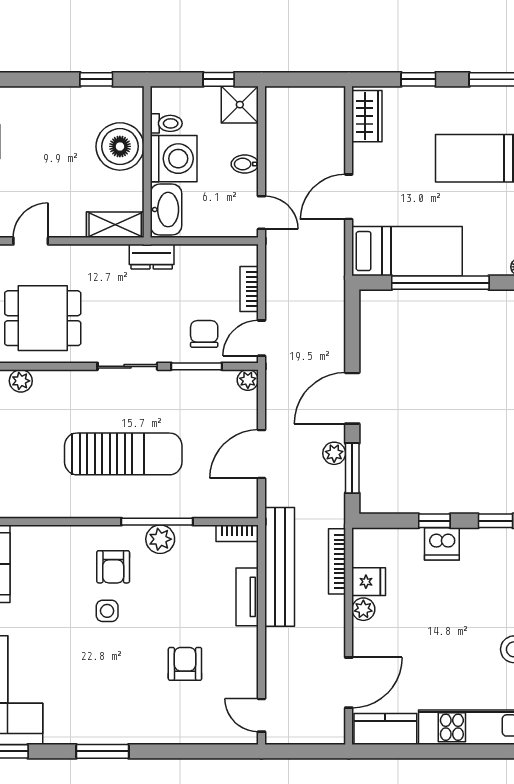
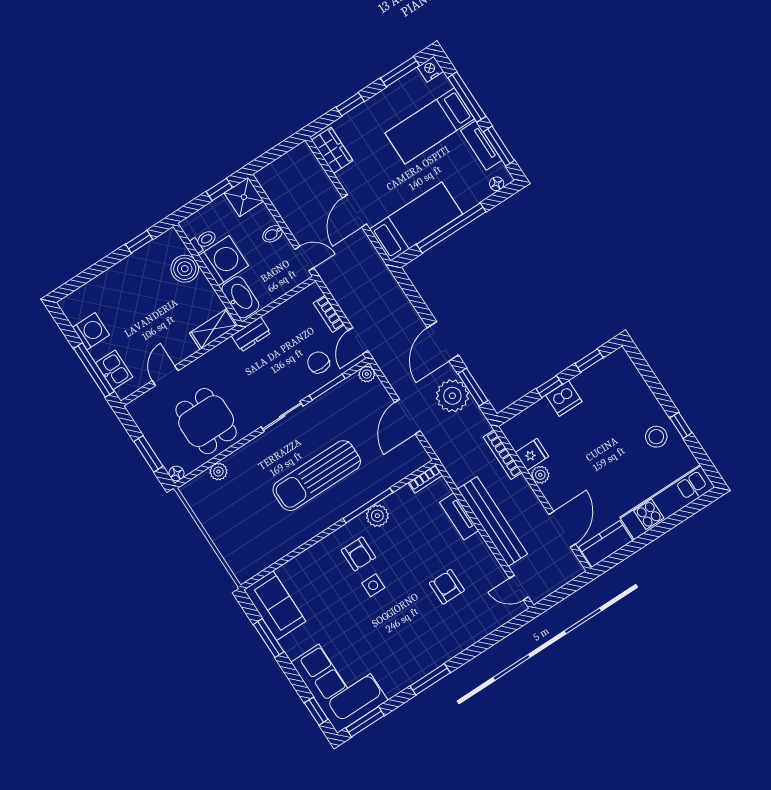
boiler: (120, 146) -> (185, 269), width x0.73, depth x0.73
dining table: (43, 318) -> (206, 421), turned 90
plant: (334, 453) -> (452, 396), width x1.88, depth x1.88
sun lounger: (123, 454) -> (317, 476), turned 180
bench: (280, 567) -> (493, 521), moved

